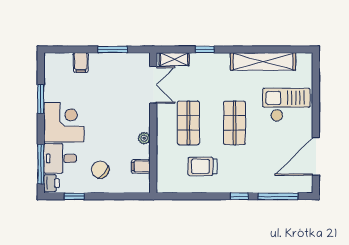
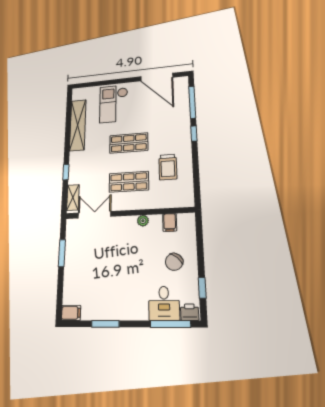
filing cabinet: (81, 62) -> (71, 313), moved
corner desk: (64, 122) -> (128, 300), removed

